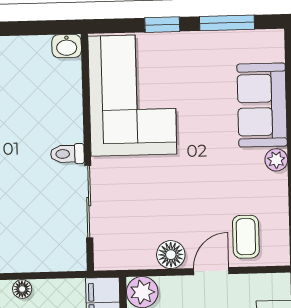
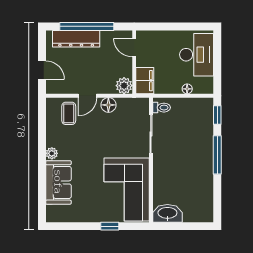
window: (227, 23) -> (76, 226), removed
washbasin: (67, 46) -> (167, 213), width x1.91, depth x1.45
toilet: (67, 154) -> (162, 108), moved

